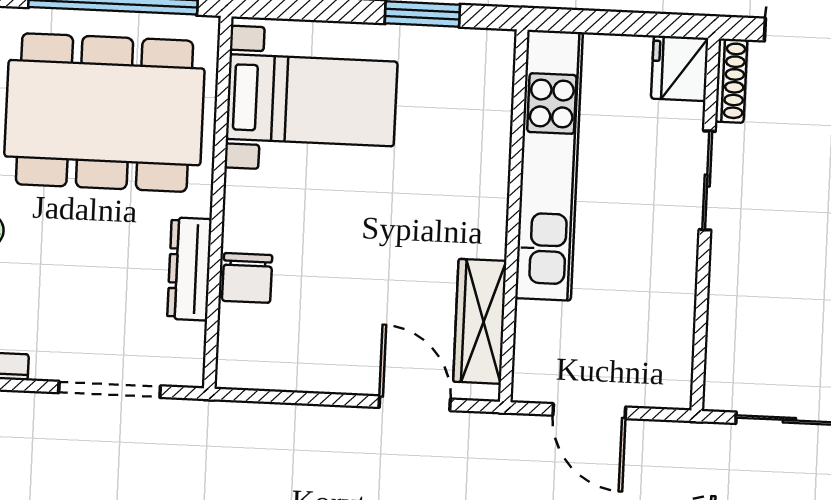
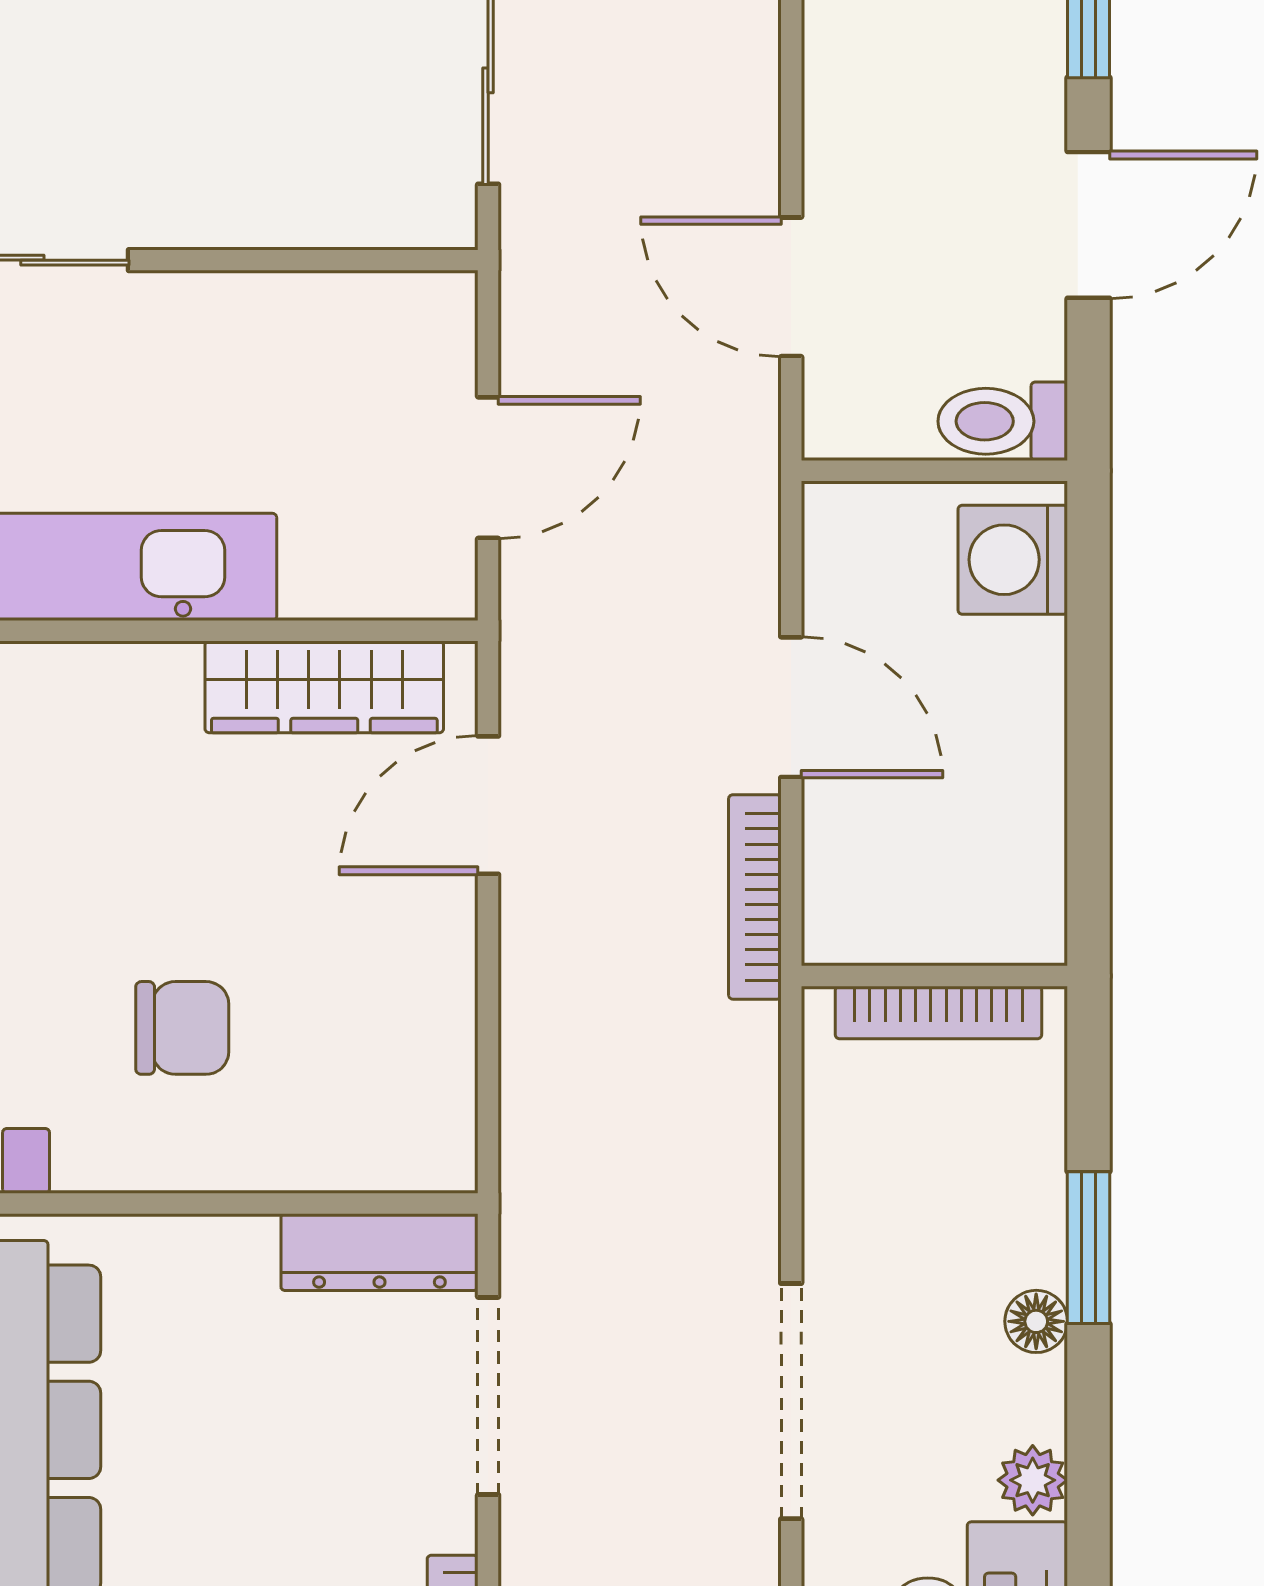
dresser: (189, 269) -> (379, 1252), moved
chair: (247, 278) -> (182, 1028), moved

